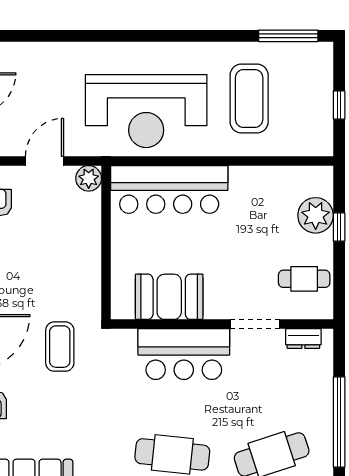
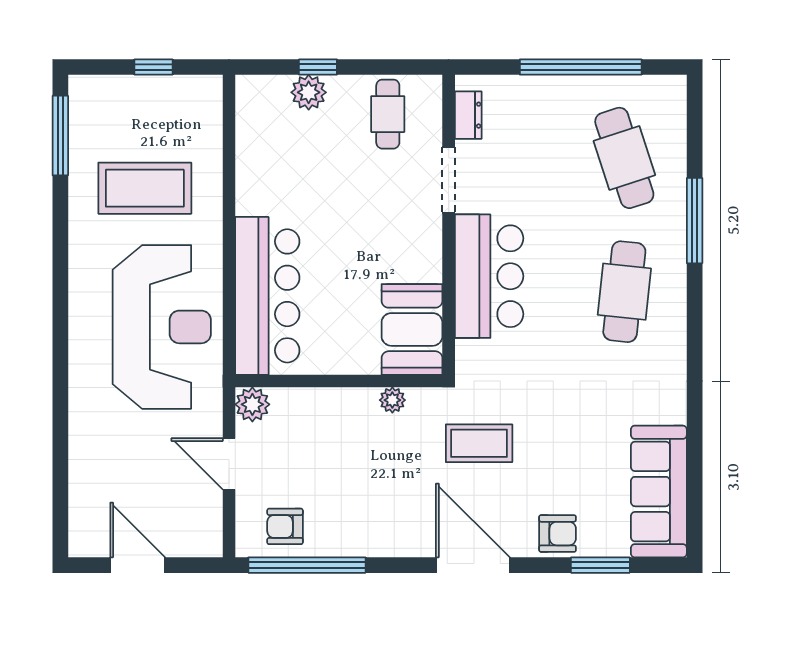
plant: (316, 215) -> (309, 92), width x0.73, depth x0.73
plant: (92, 282) -> (392, 400), added
booth: (169, 297) -> (412, 329), moved

